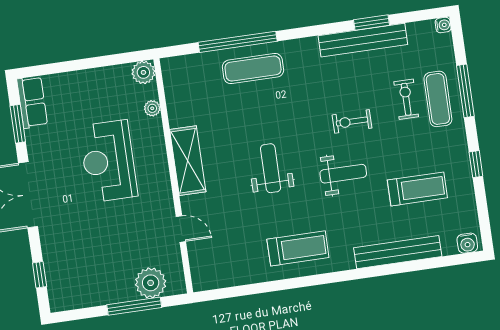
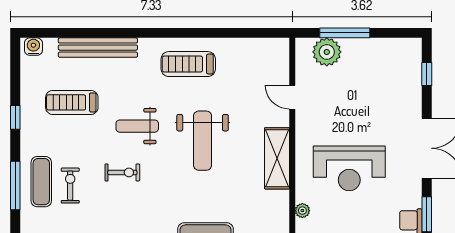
exercise bike: (406, 99) -> (70, 186), turned 180
reception desk: (108, 161) -> (349, 168), turned 90
weight bench: (271, 168) -> (203, 141), width x1.36, depth x1.33

